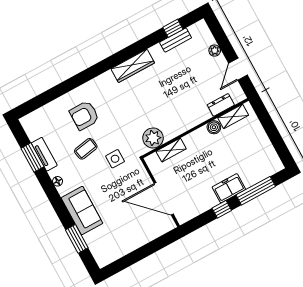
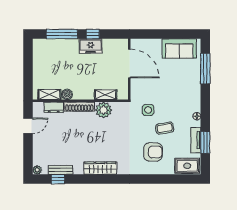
plant: (215, 51) -> (37, 170), moved
rug: (38, 121) -> (187, 166), added
shoe rack: (193, 121) -> (79, 107), added
plant: (153, 138) -> (104, 110), moved
freezer: (229, 188) -> (91, 46), moved
sofa: (82, 211) -> (179, 48), moved, turned -90
window: (77, 239) -> (205, 69), width x1.44

